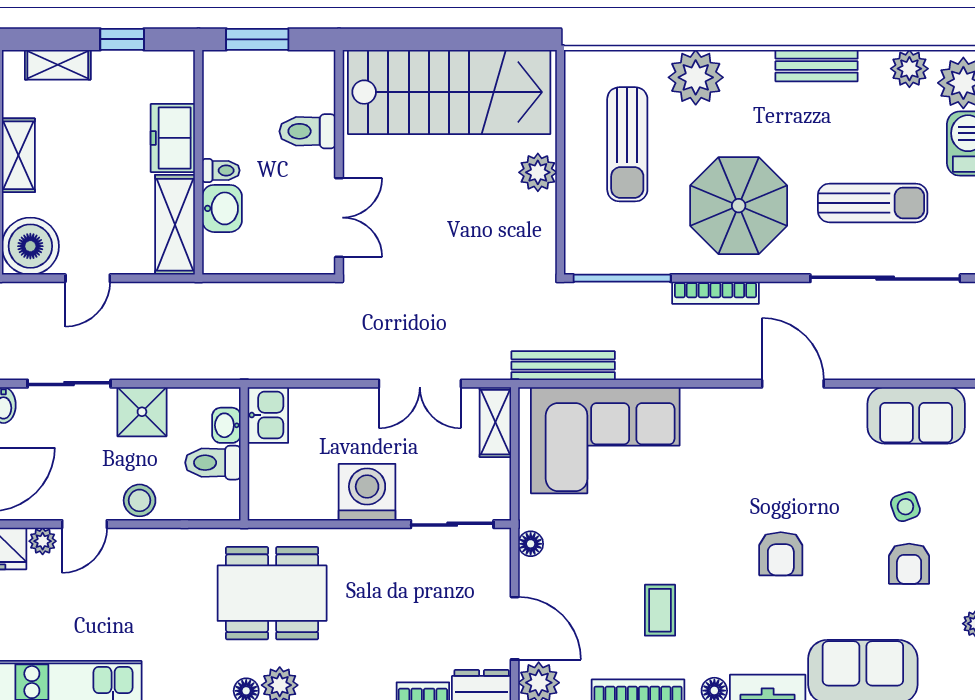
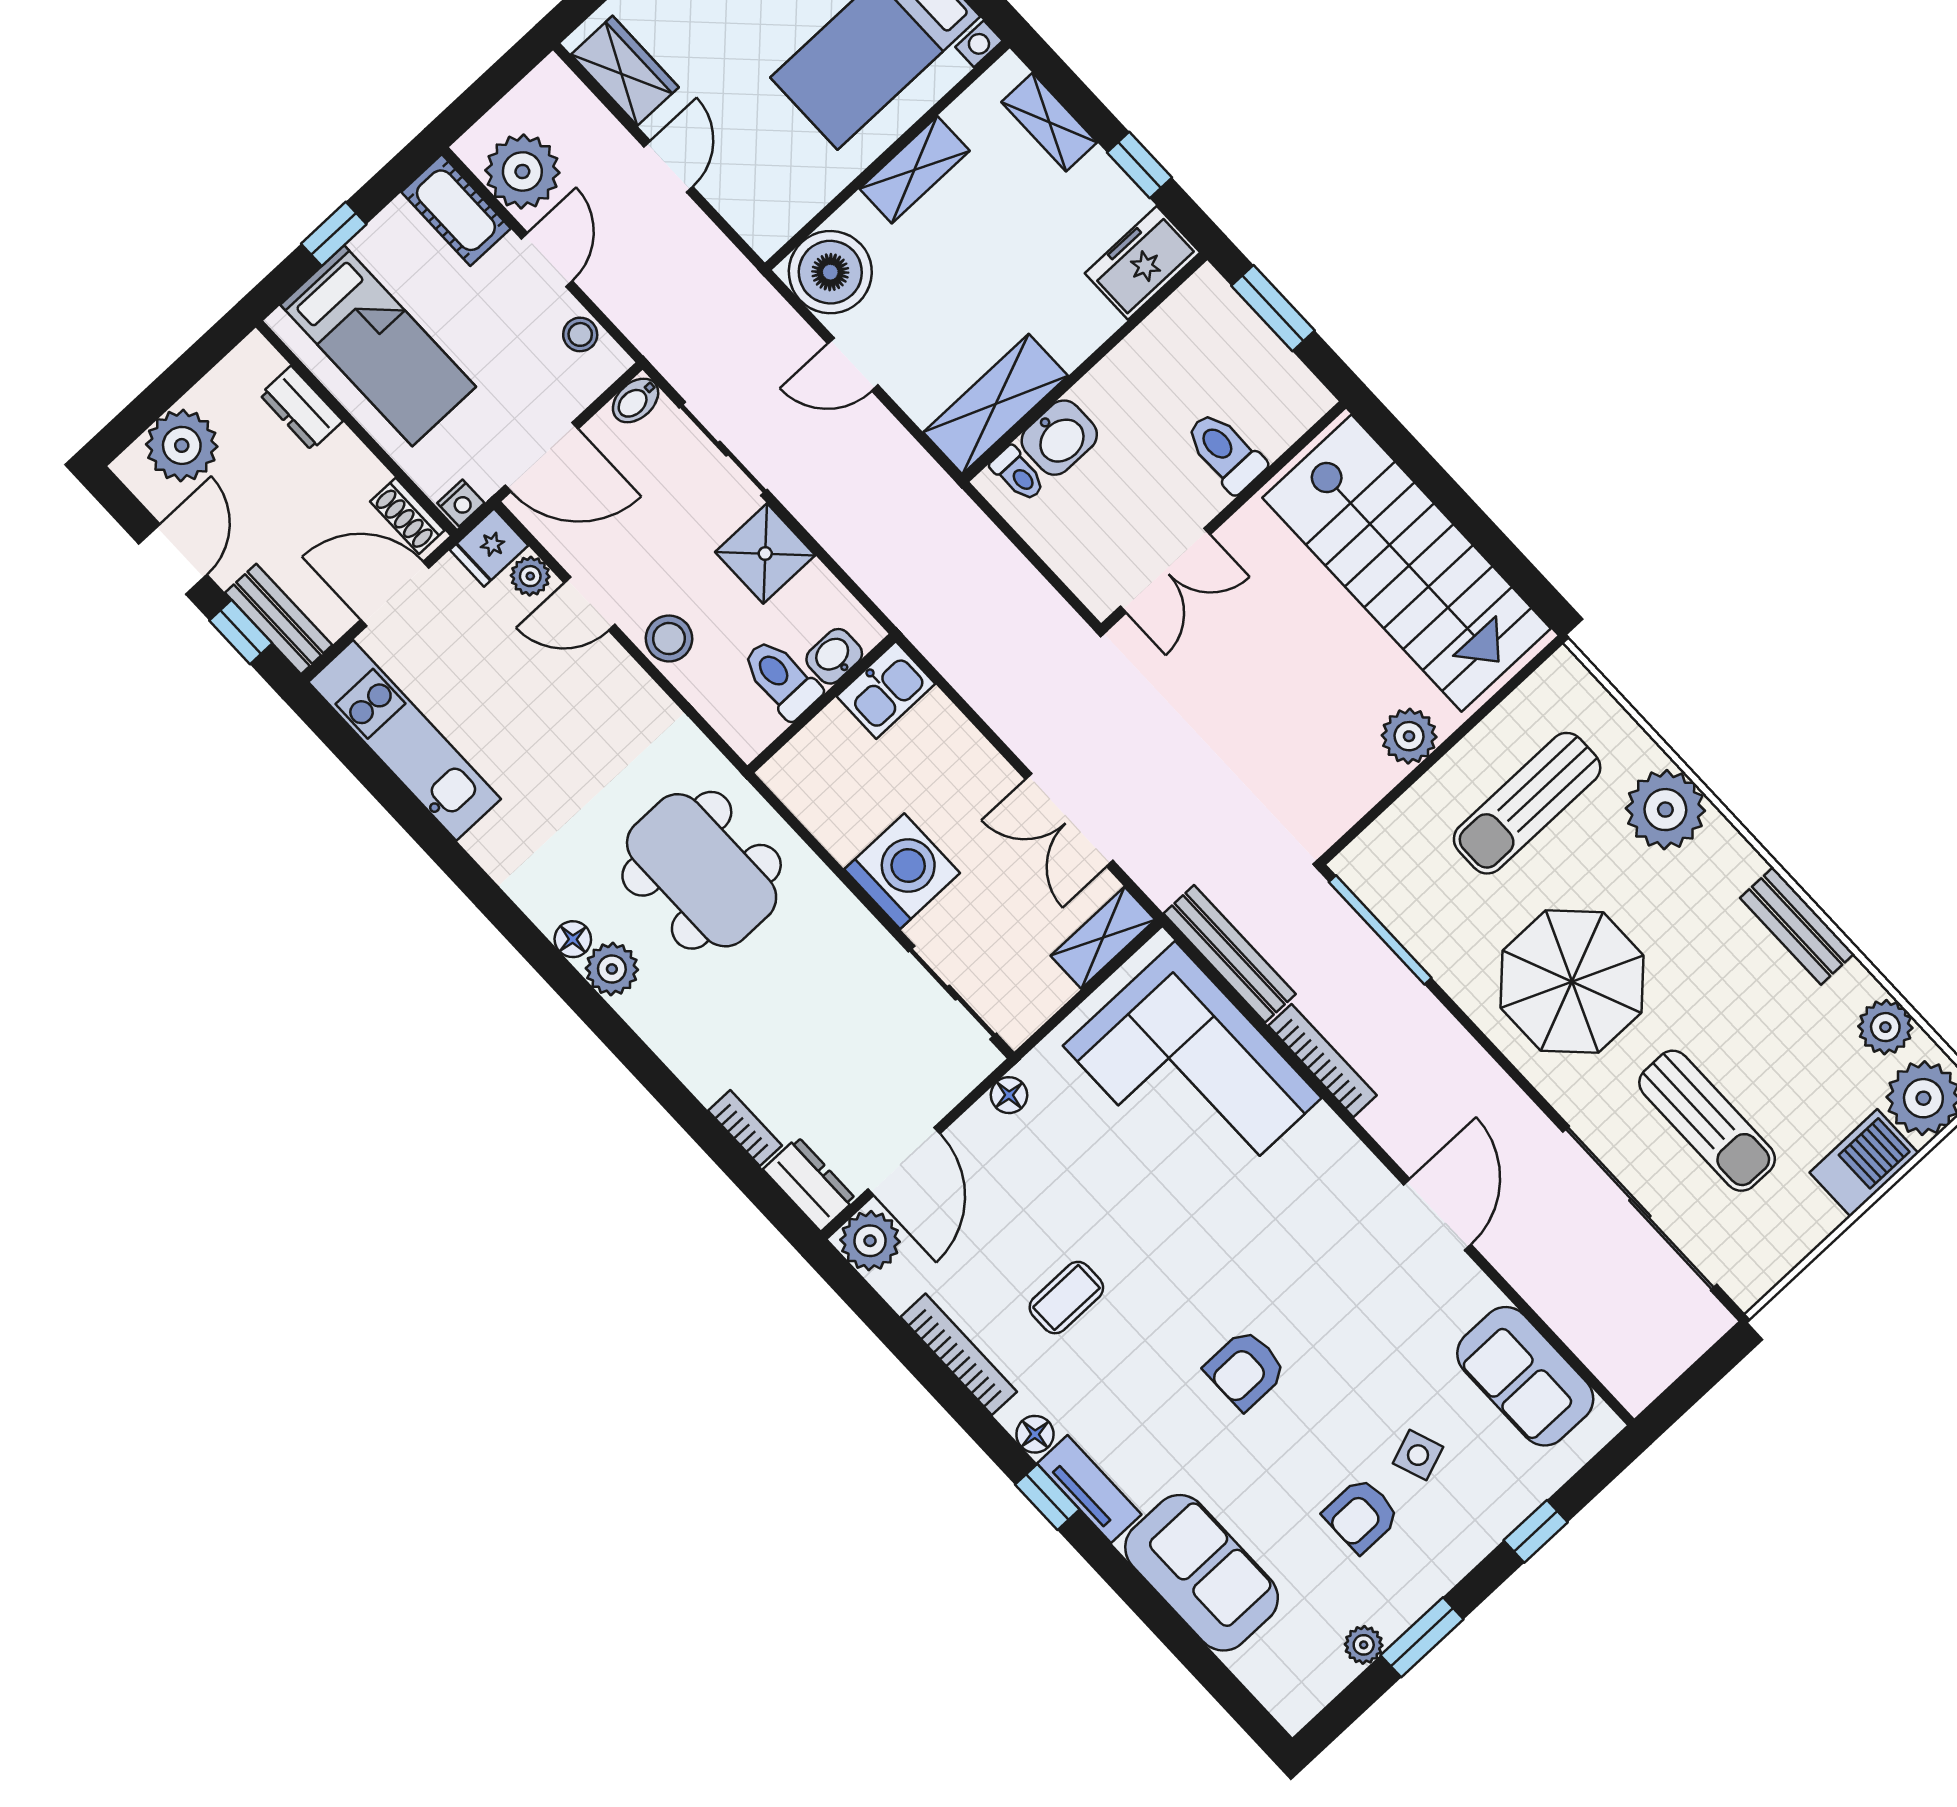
freezer: (173, 138) -> (1142, 263), moved
toilet: (221, 170) -> (1018, 474), moved
bookcase: (715, 293) -> (1322, 1061), moved, turned 180

